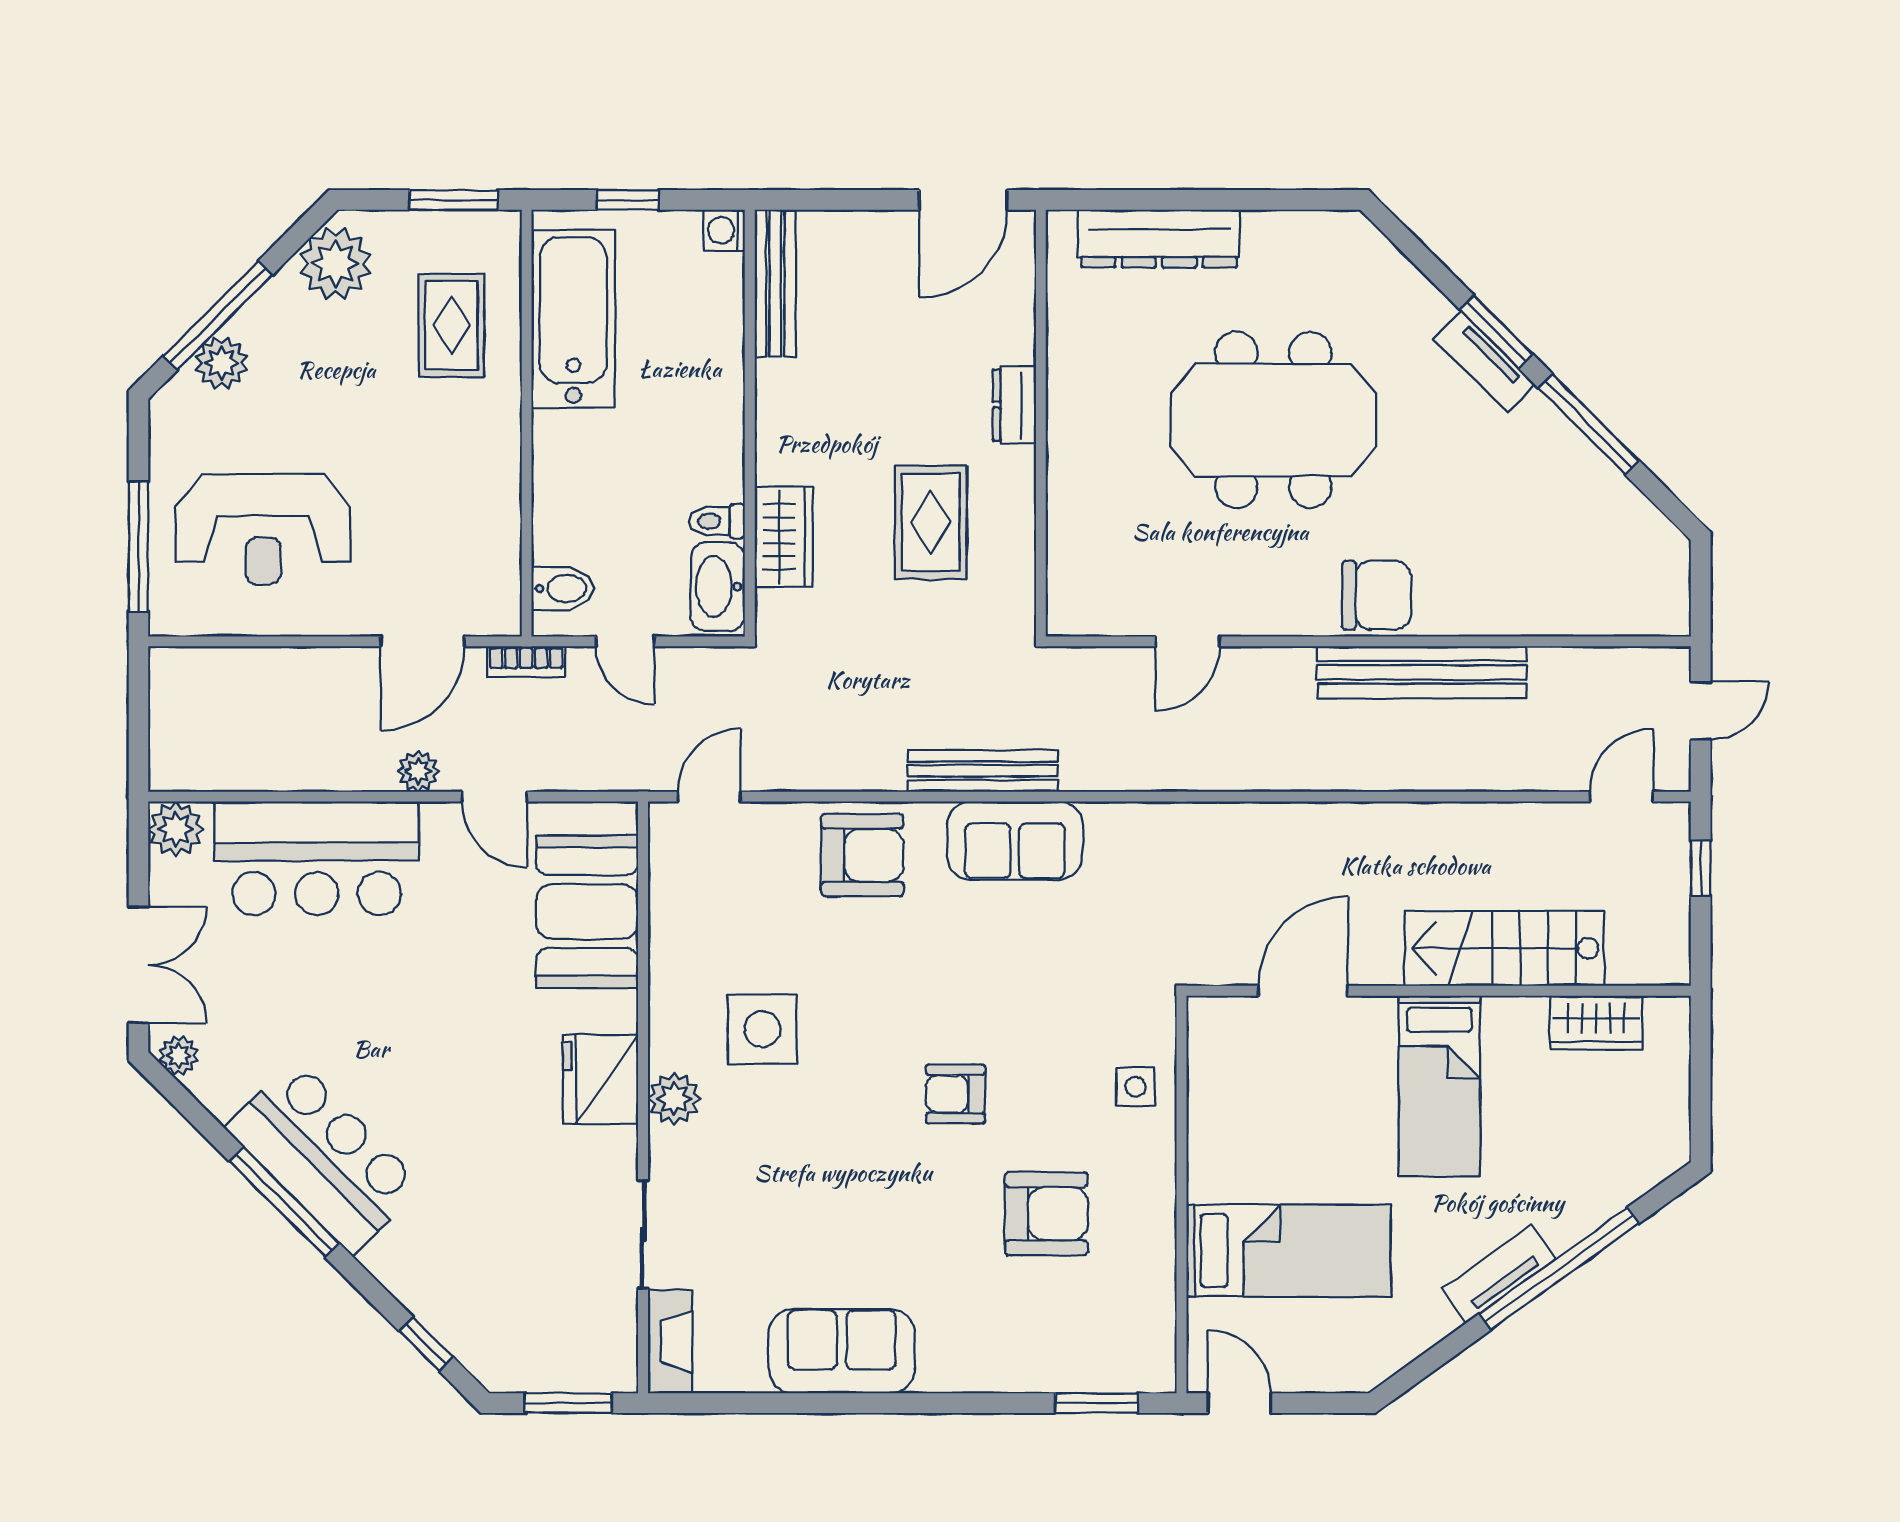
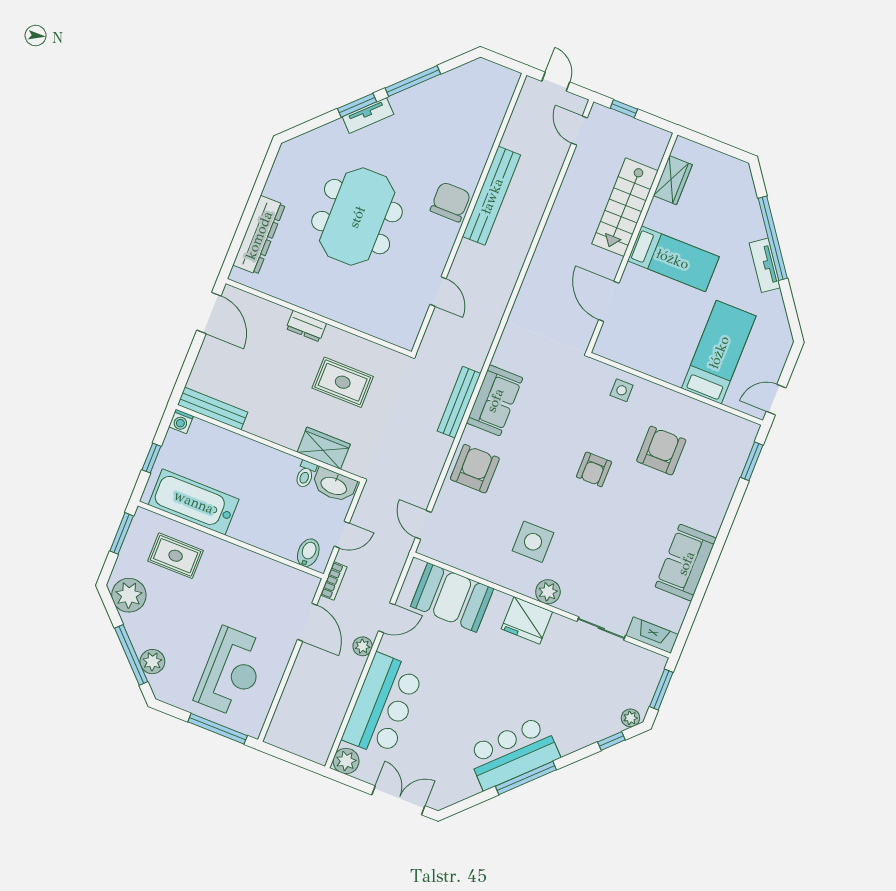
plant: (179, 1055) -> (630, 718), moved

